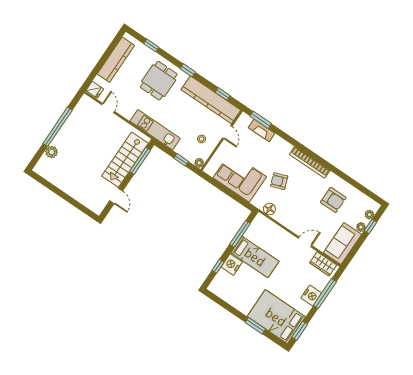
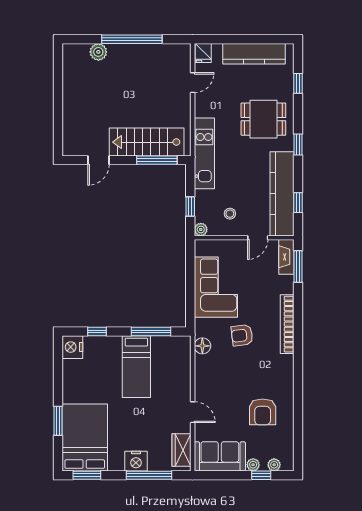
fireplace: (262, 130) -> (286, 257), moved
bookcase: (310, 162) -> (287, 324), moved
armchair: (279, 181) -> (242, 335), turned -77
nightstand: (232, 265) -> (72, 347), moved, turned -90

